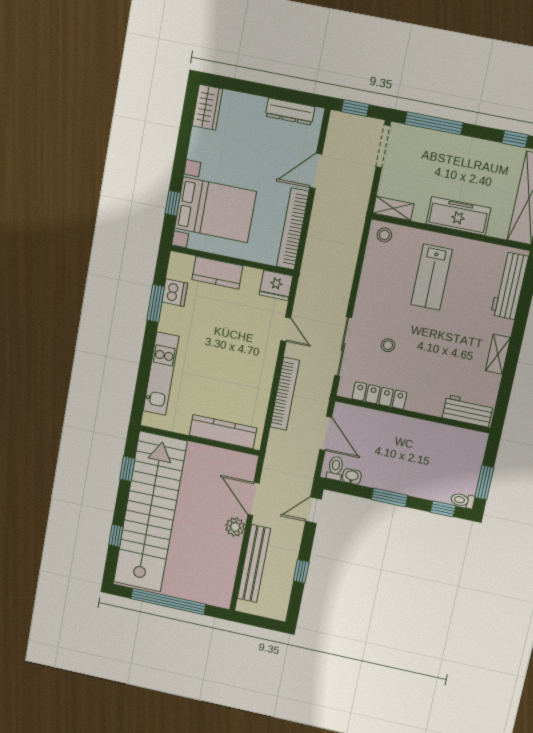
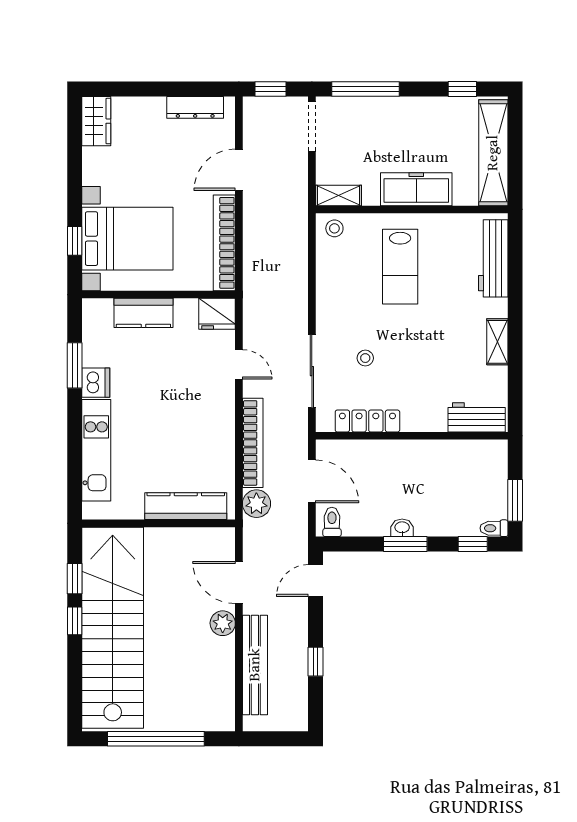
dishwasher: (175, 293) -> (96, 383), moved
plant: (279, 442) -> (256, 504), added
washbasin: (352, 476) -> (402, 528), moved
window: (116, 536) -> (75, 621), moved

